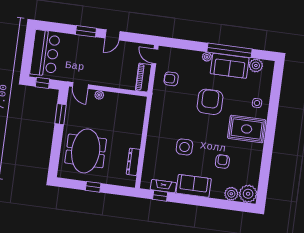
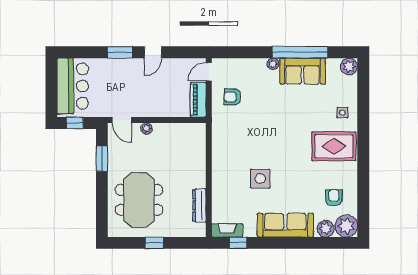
door: (155, 56) -> (209, 72), hinge flipped
plant: (256, 65) -> (349, 66), moved
armchair: (210, 102) -> (284, 119), removed
armchair: (222, 161) -> (334, 198), moved
fireplace: (163, 186) -> (227, 230), moved
sofa: (194, 186) -> (285, 225), width x1.36

